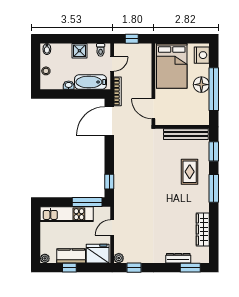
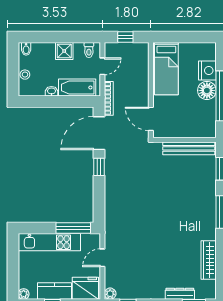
nightstand: (202, 55) -> (207, 71), moved
bed: (172, 66) -> (166, 69), width x0.67
rug: (190, 172) -> (193, 193), removed
window: (109, 182) -> (99, 167), moved

